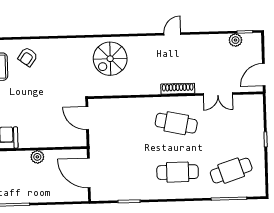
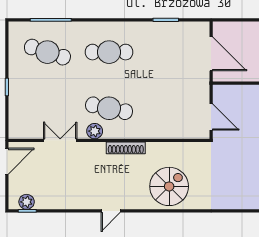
plant: (235, 40) -> (27, 202), moved
spiral stairs: (110, 59) -> (169, 186), moved
shoe rack: (178, 89) -> (126, 148), moved
plant: (188, 103) -> (95, 131), added
cafe table: (231, 171) -> (47, 52), turned 36

